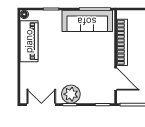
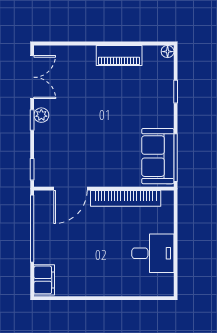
sofa: (87, 21) -> (158, 156), width x0.73
piano: (29, 41) -> (119, 55), width x0.73, depth x0.75
plant: (71, 94) -> (41, 115), width x0.53, depth x0.53

